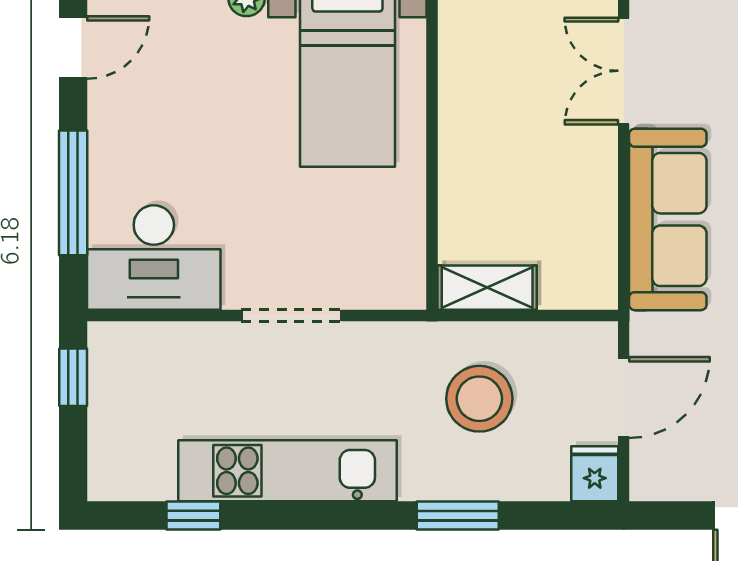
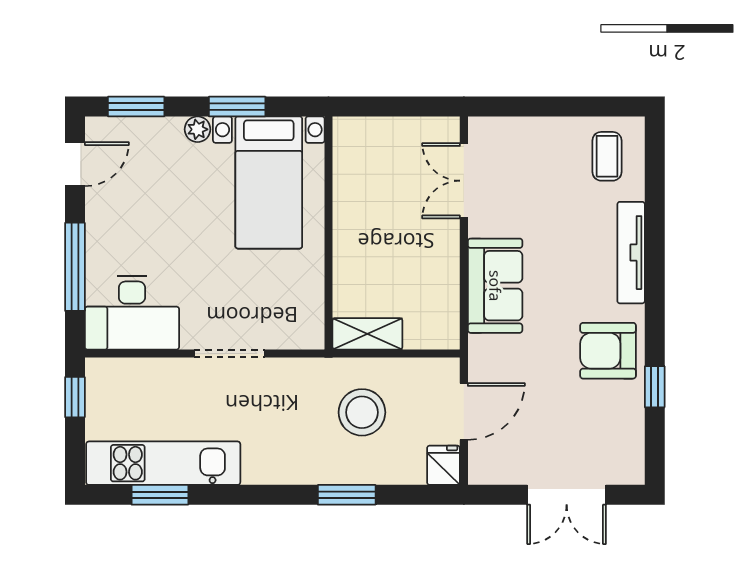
sofa: (668, 219) -> (495, 286), width x0.73
kitchen unit: (288, 471) -> (163, 463), moved
window: (193, 516) -> (160, 495), width x1.50

